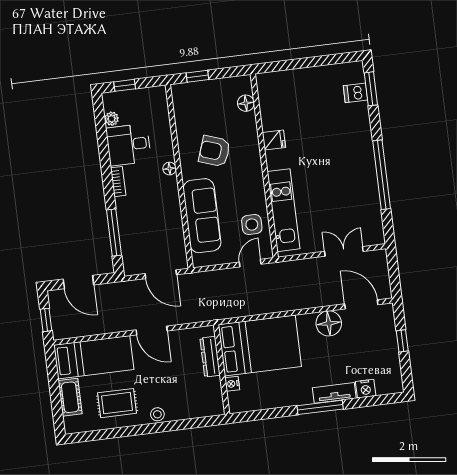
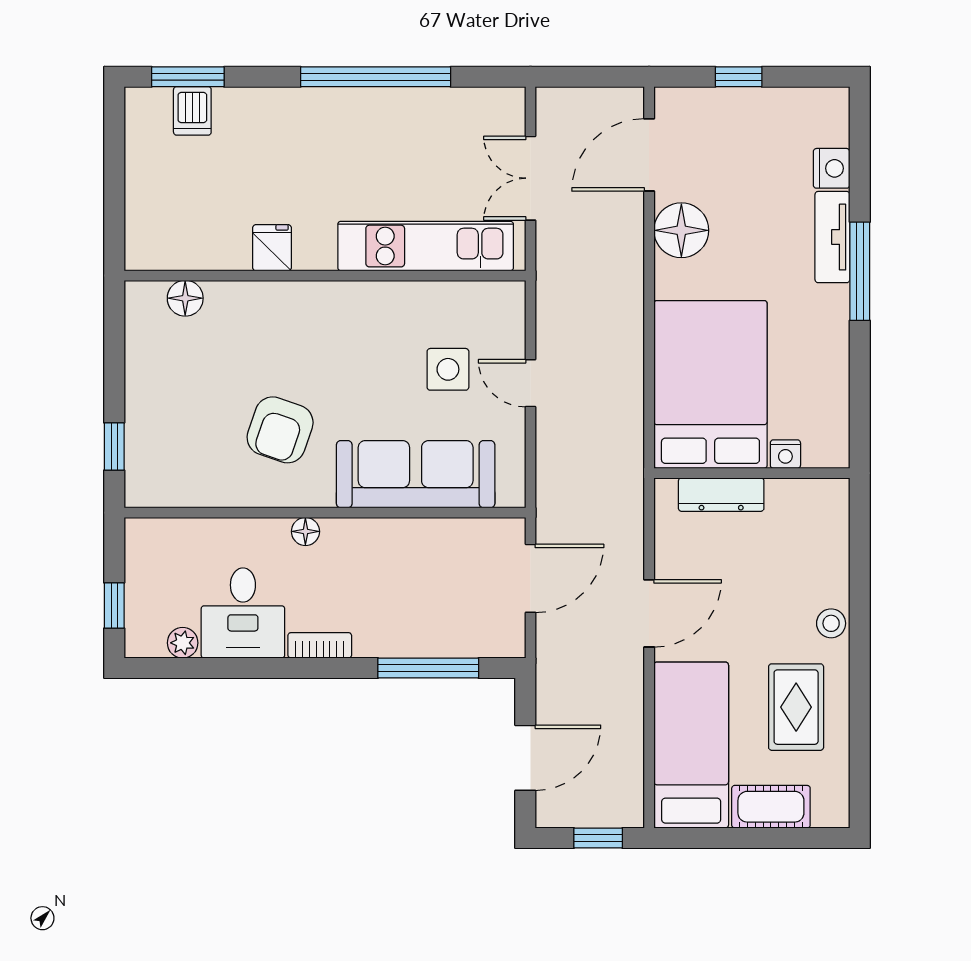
floor lamp: (246, 103) -> (185, 298), moved
fridge: (274, 140) -> (272, 248), moved
wall: (264, 166) -> (325, 276), moved
kitchen unit: (283, 210) -> (426, 246), moved

